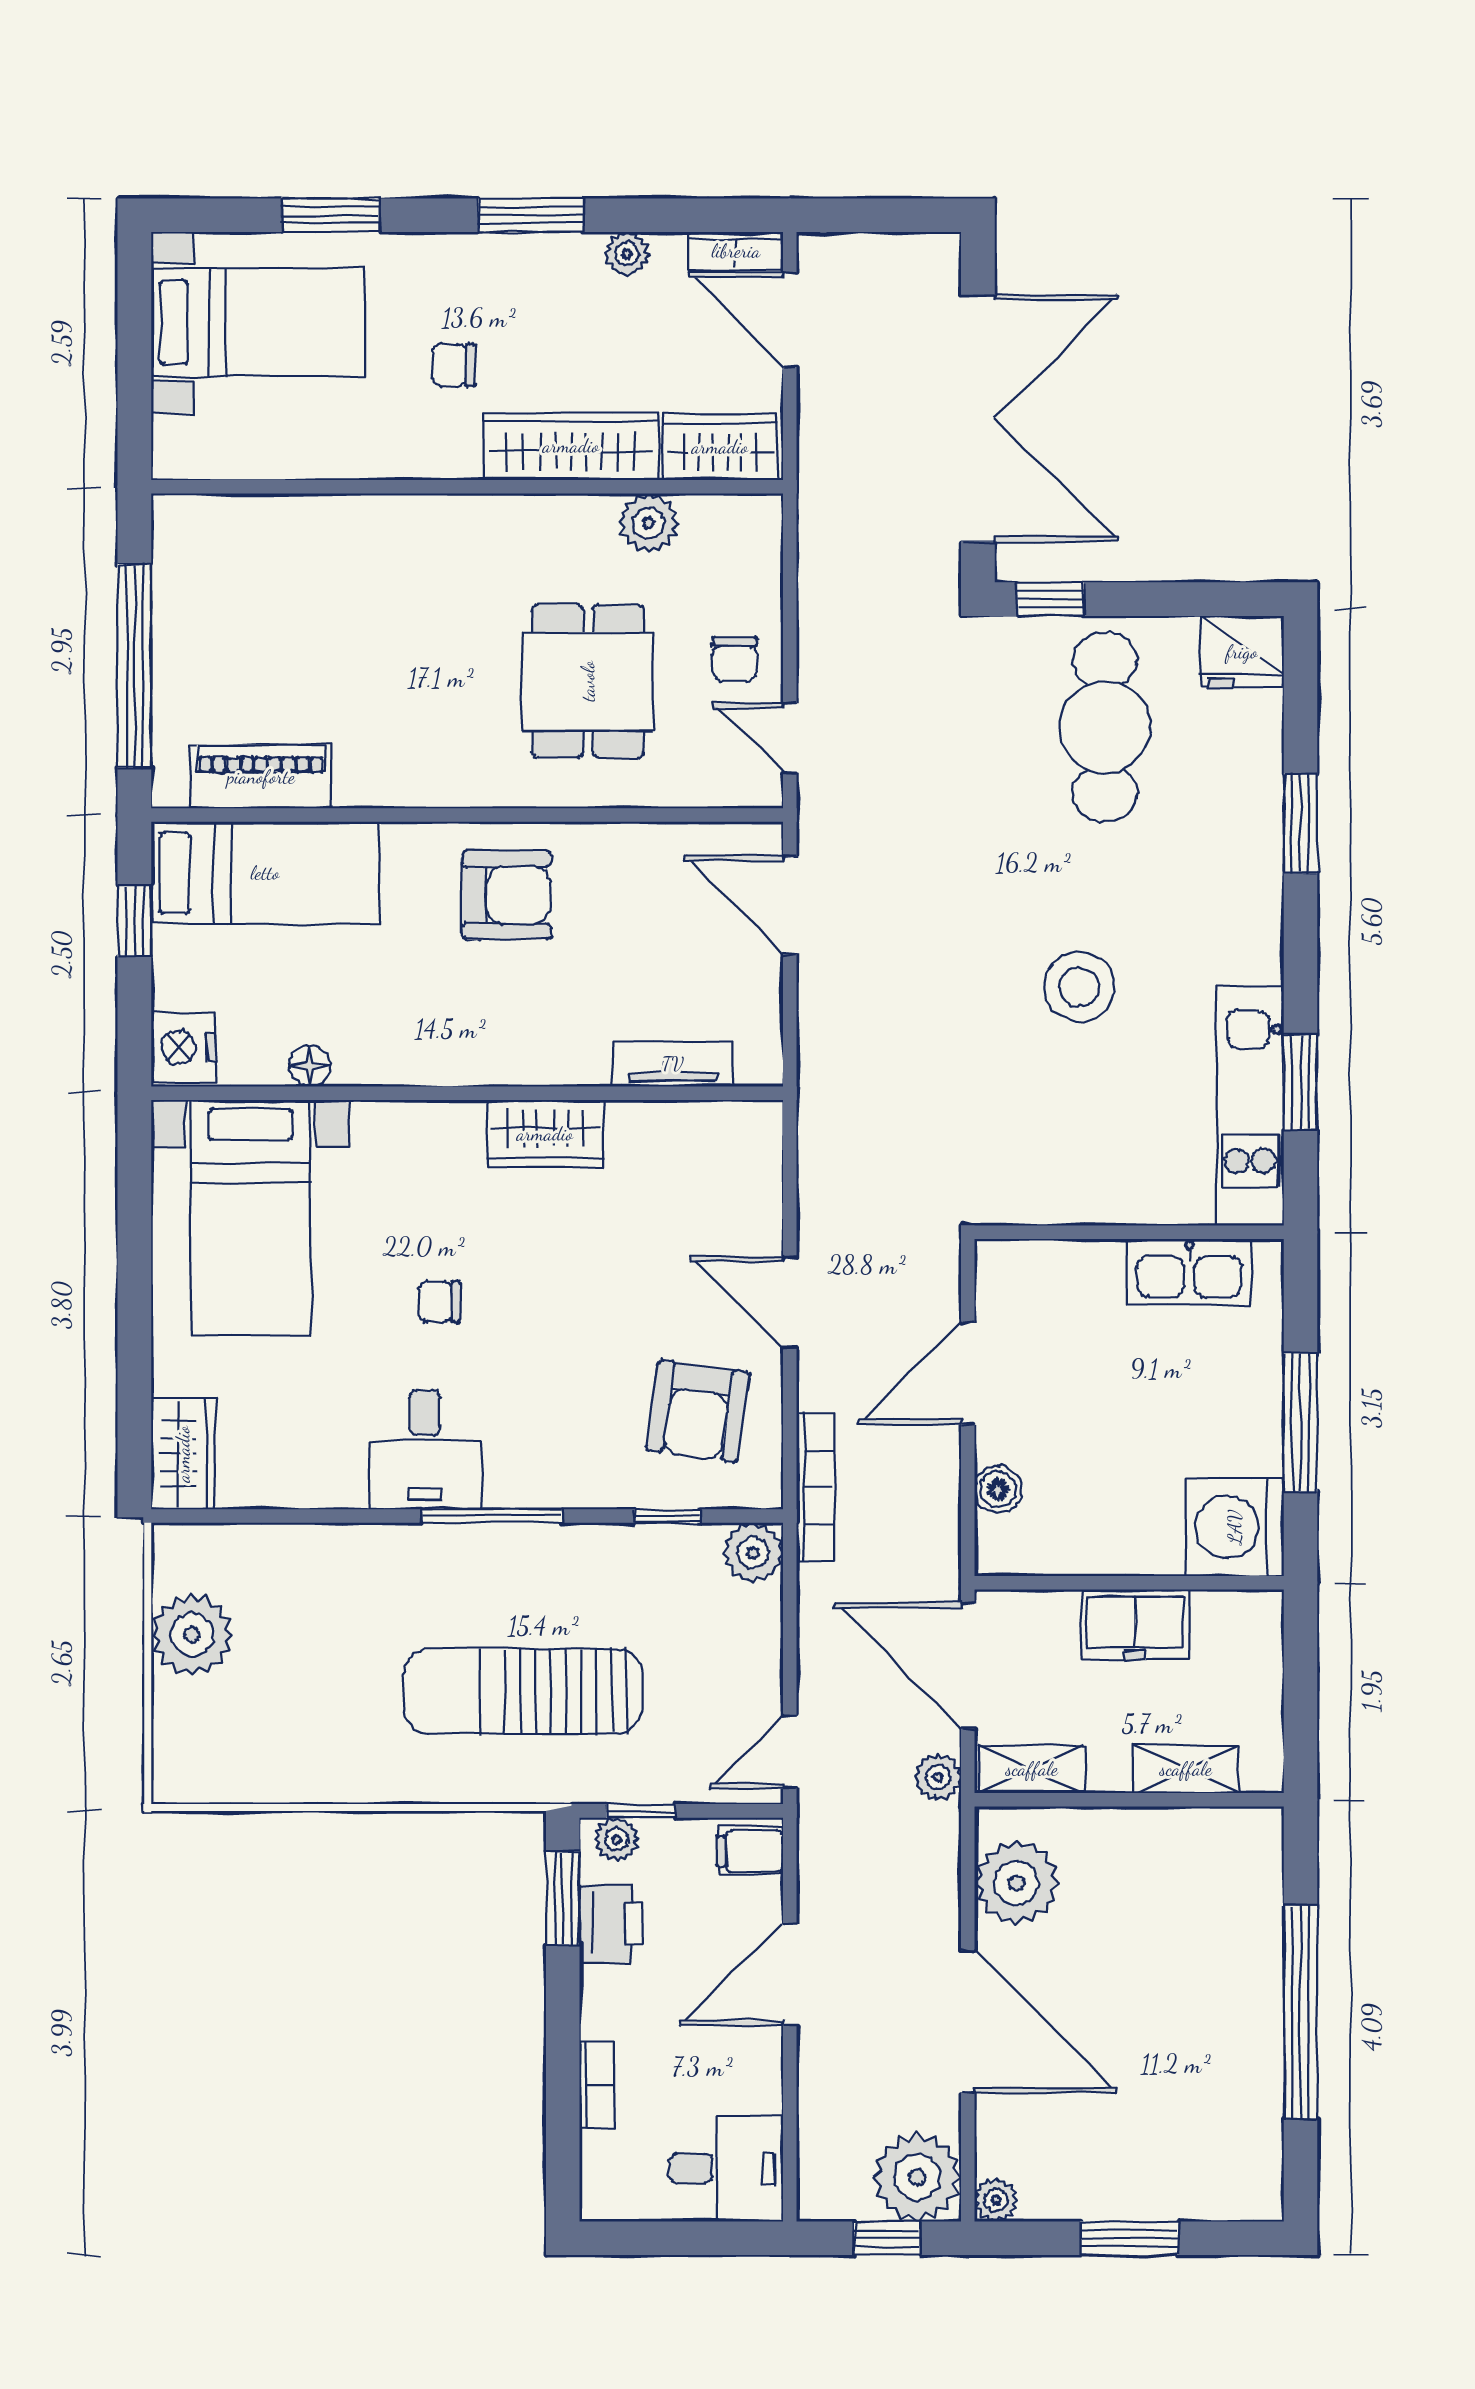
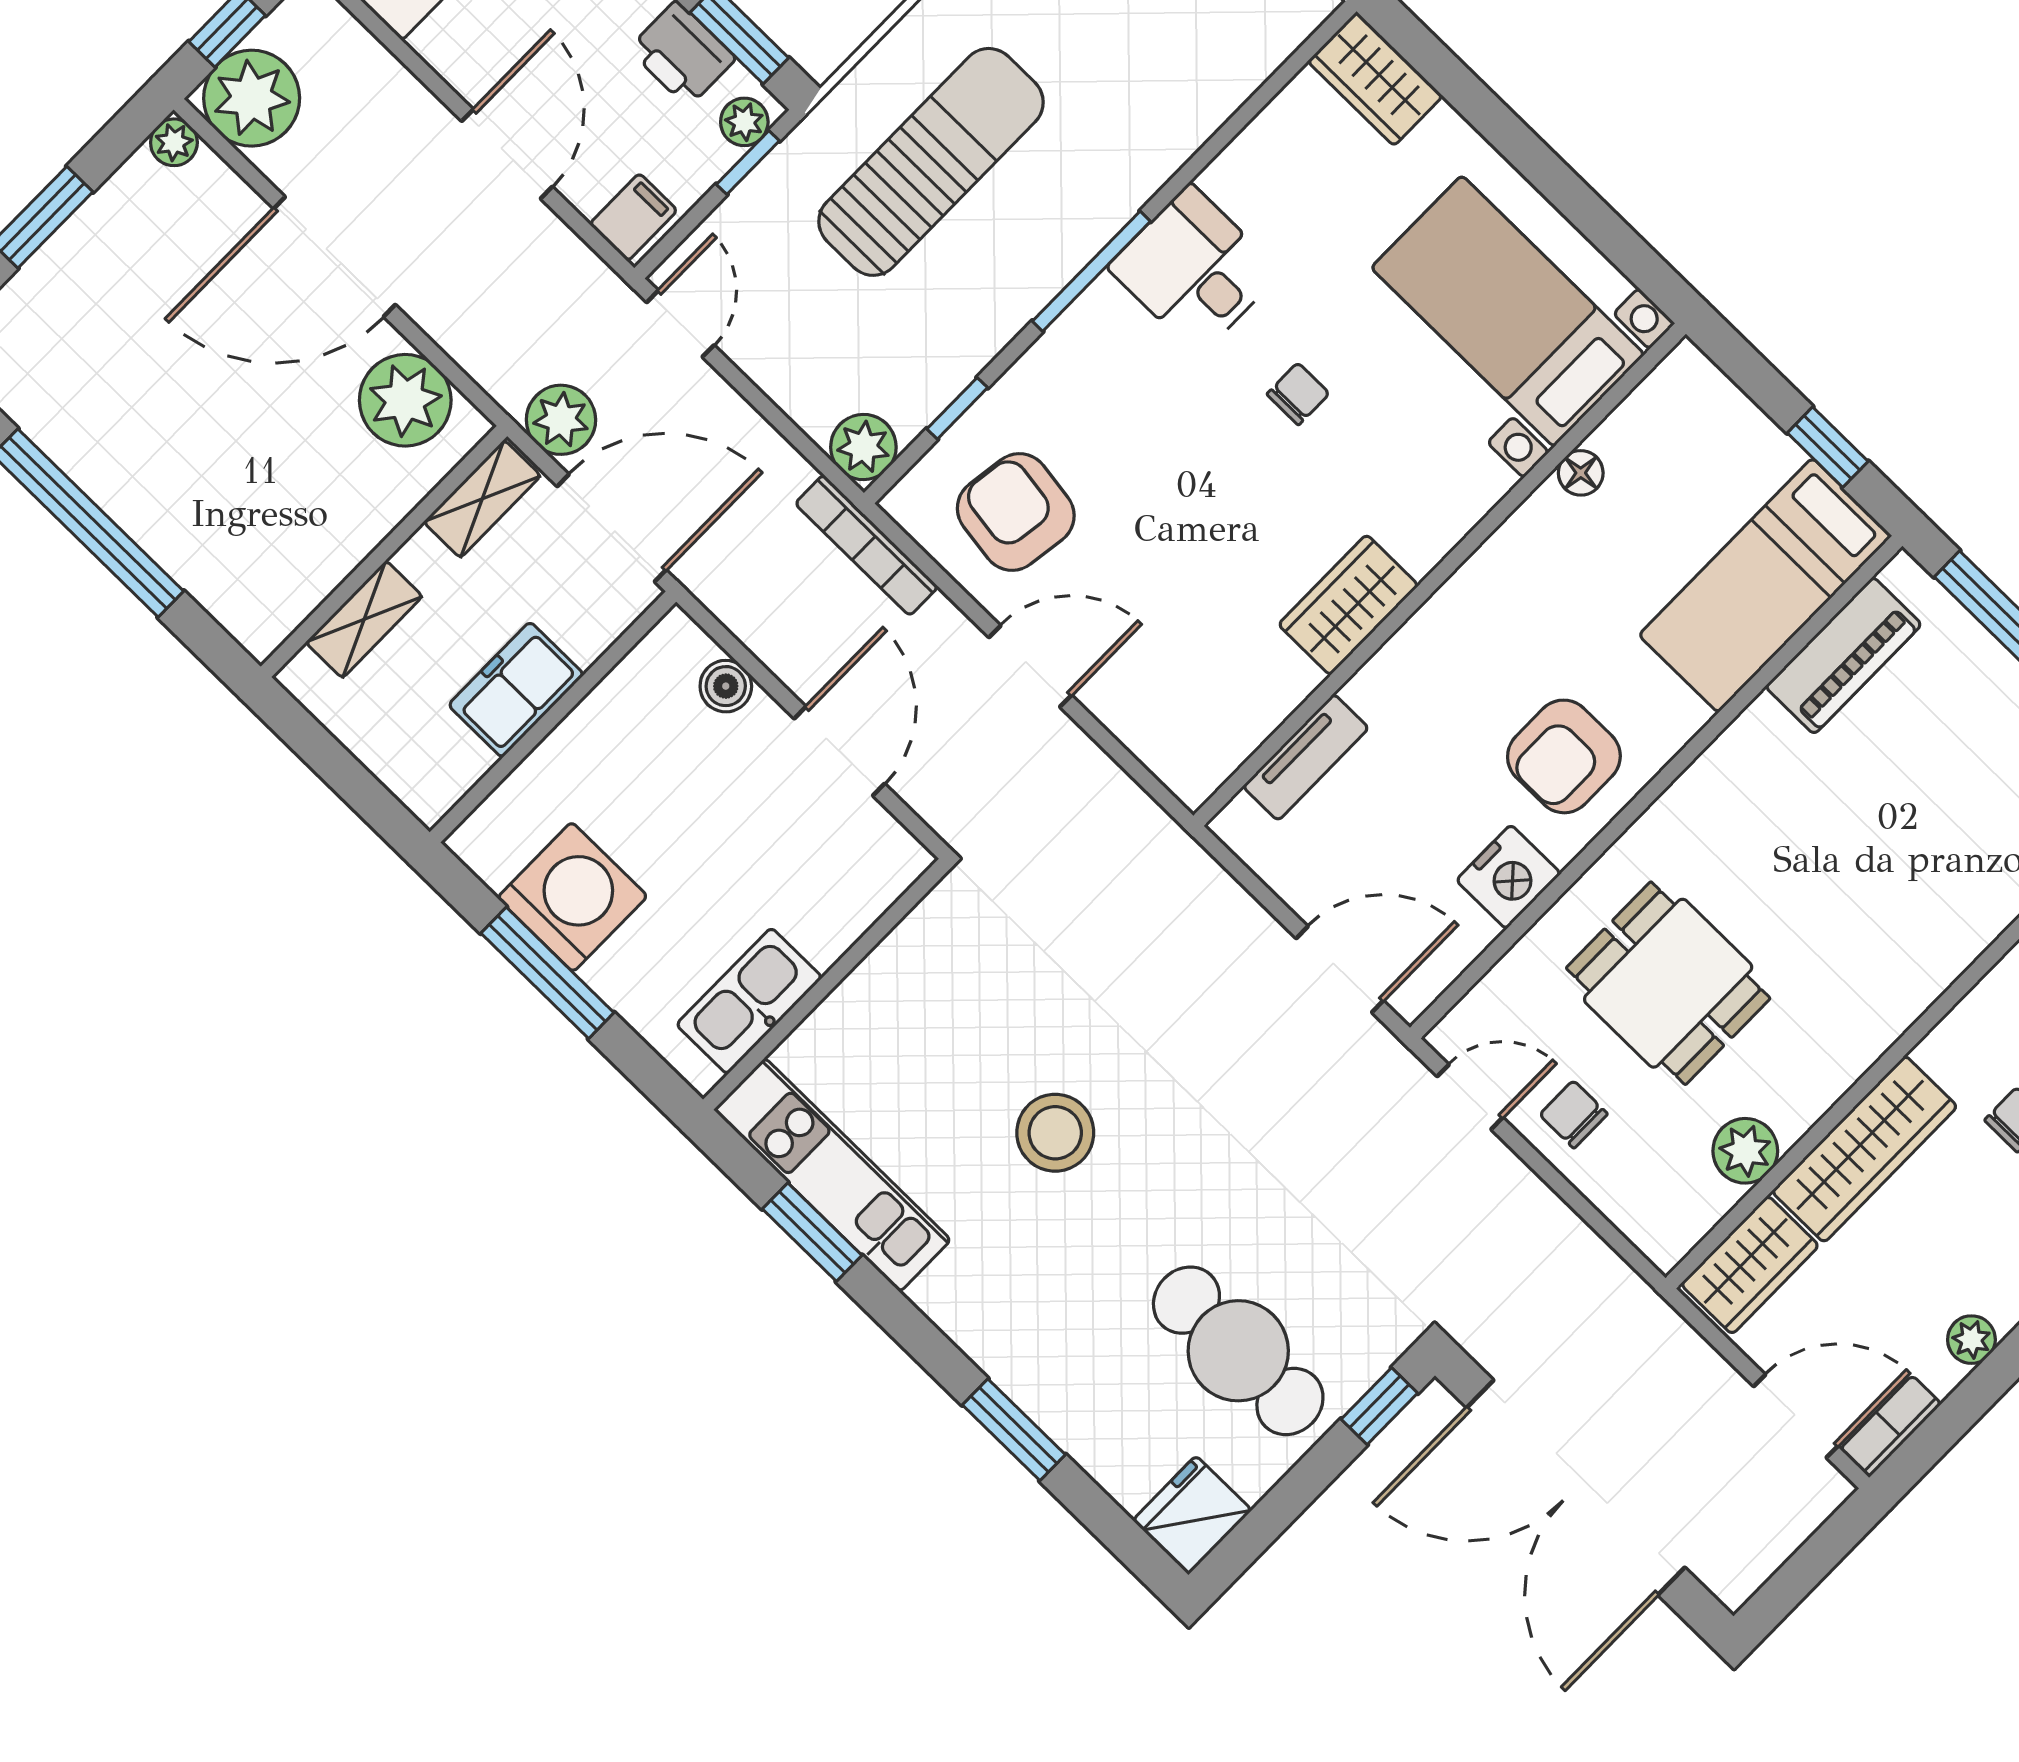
nightstand: (183, 1047) -> (1508, 877), moved, turned 90
washing machine: (1235, 1527) -> (572, 897), moved
plant: (938, 1777) -> (561, 420), width x1.38, depth x1.38

